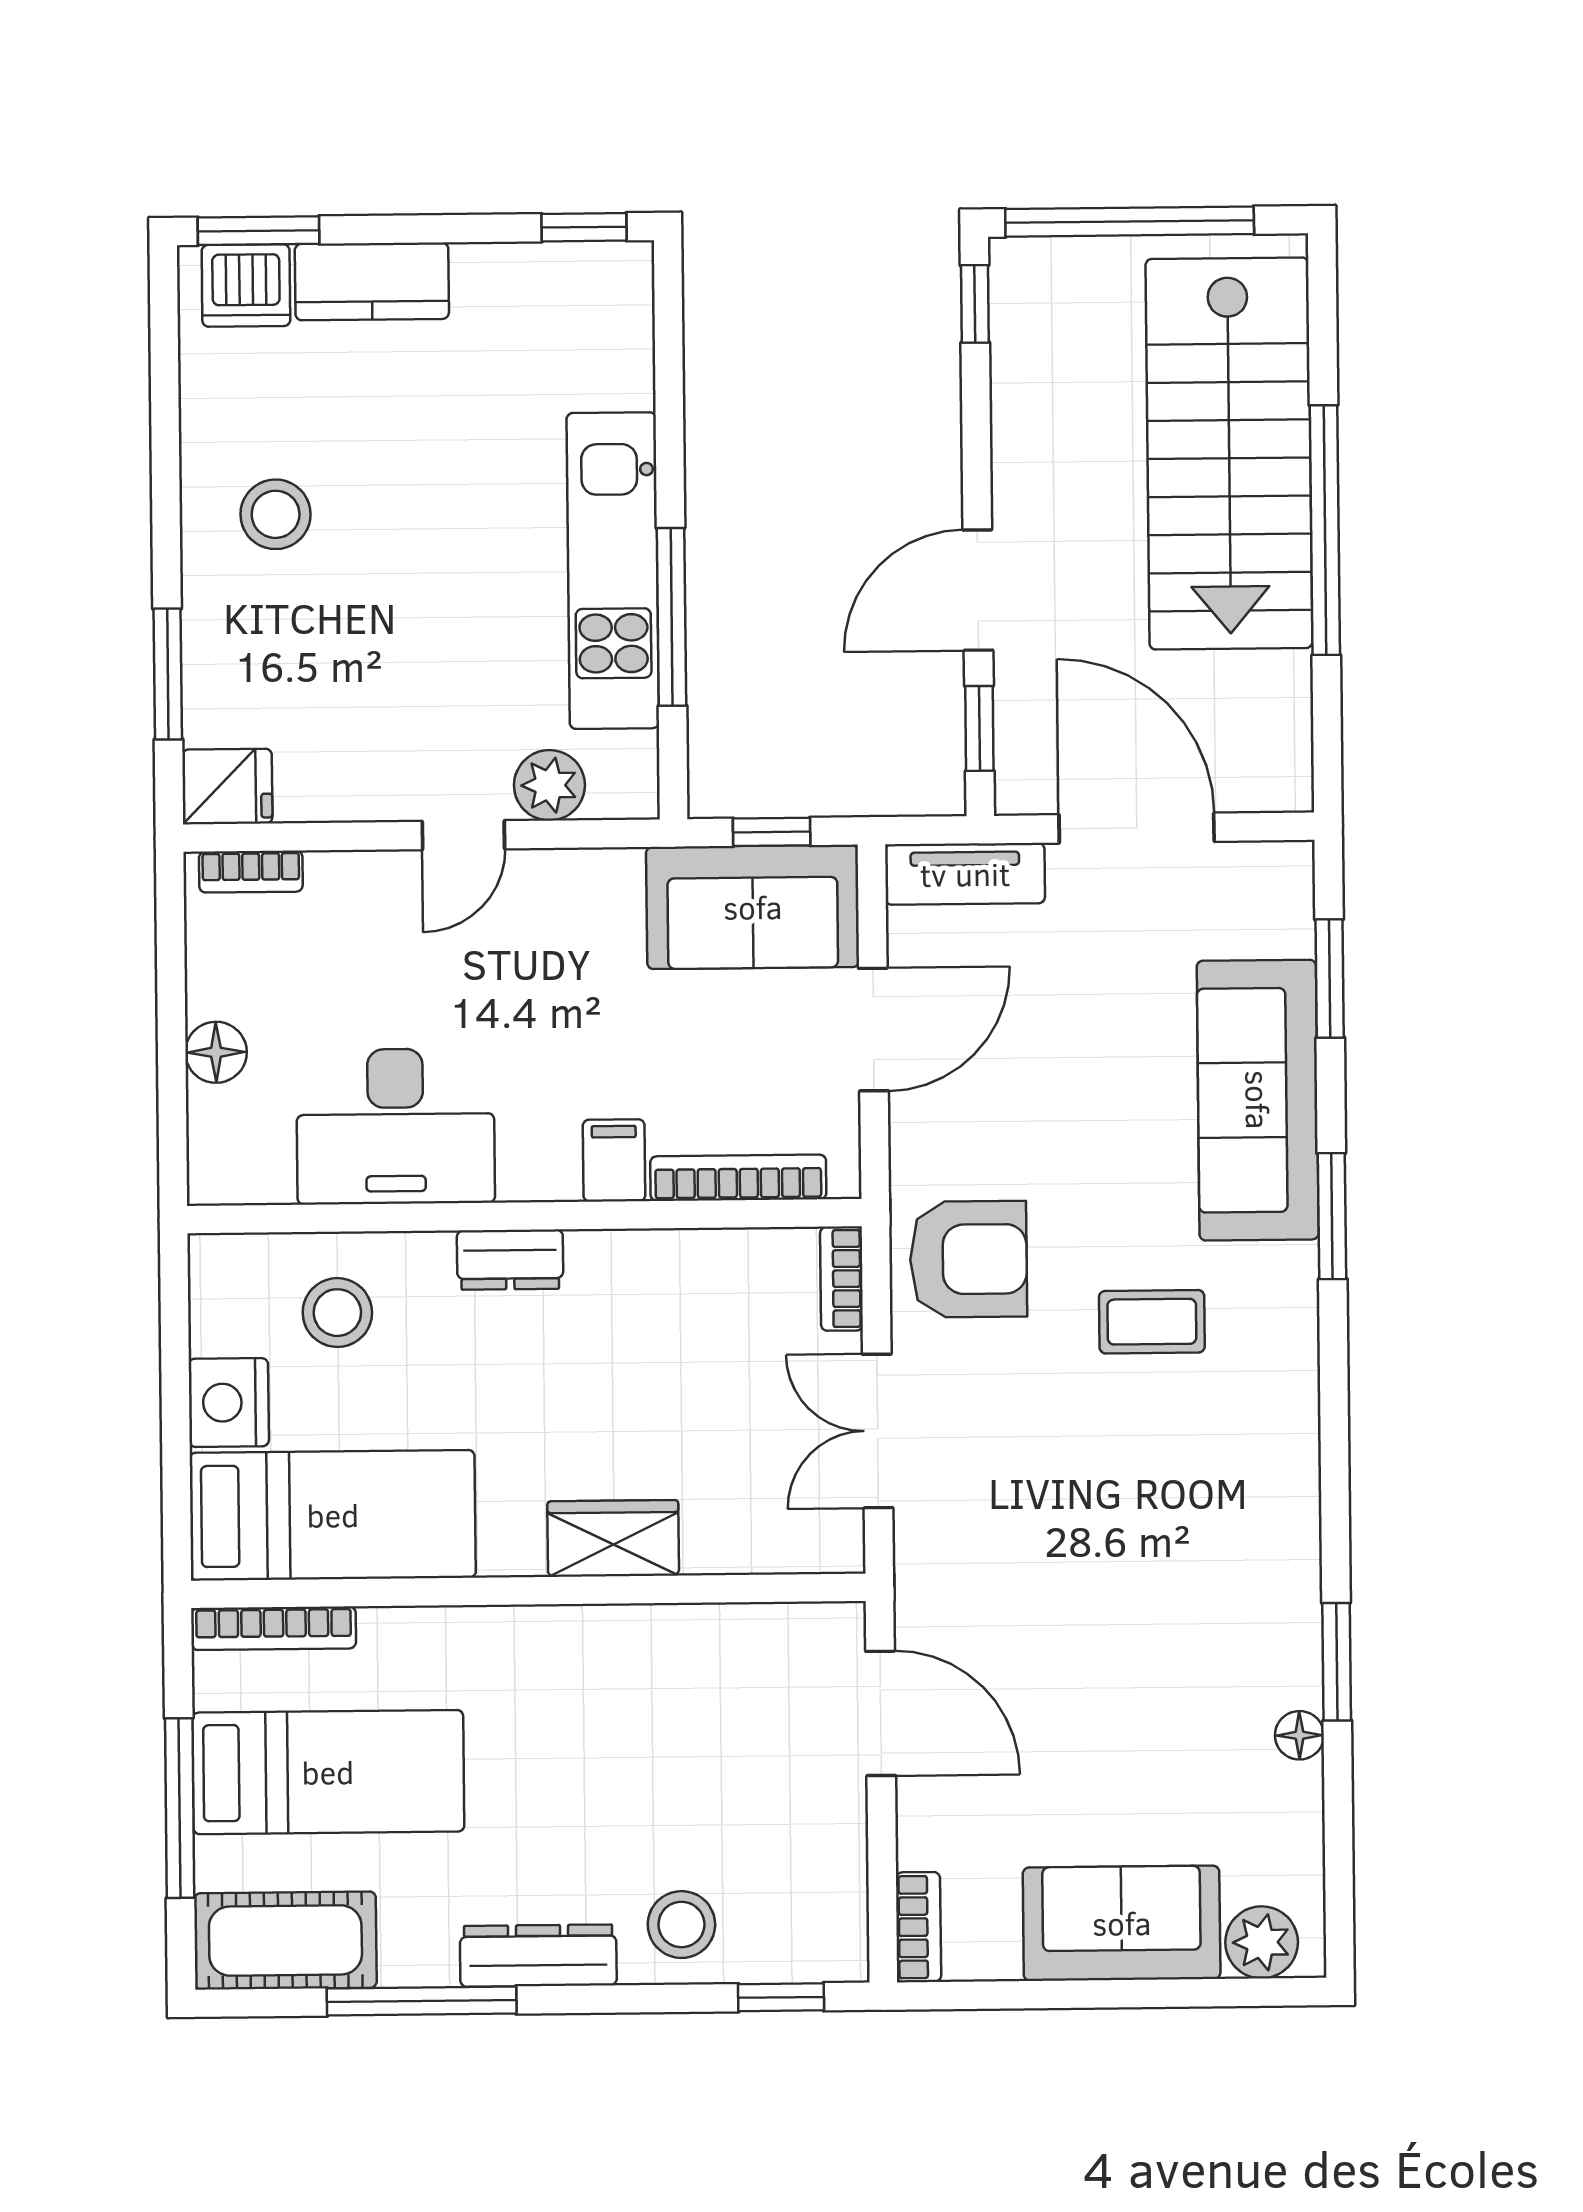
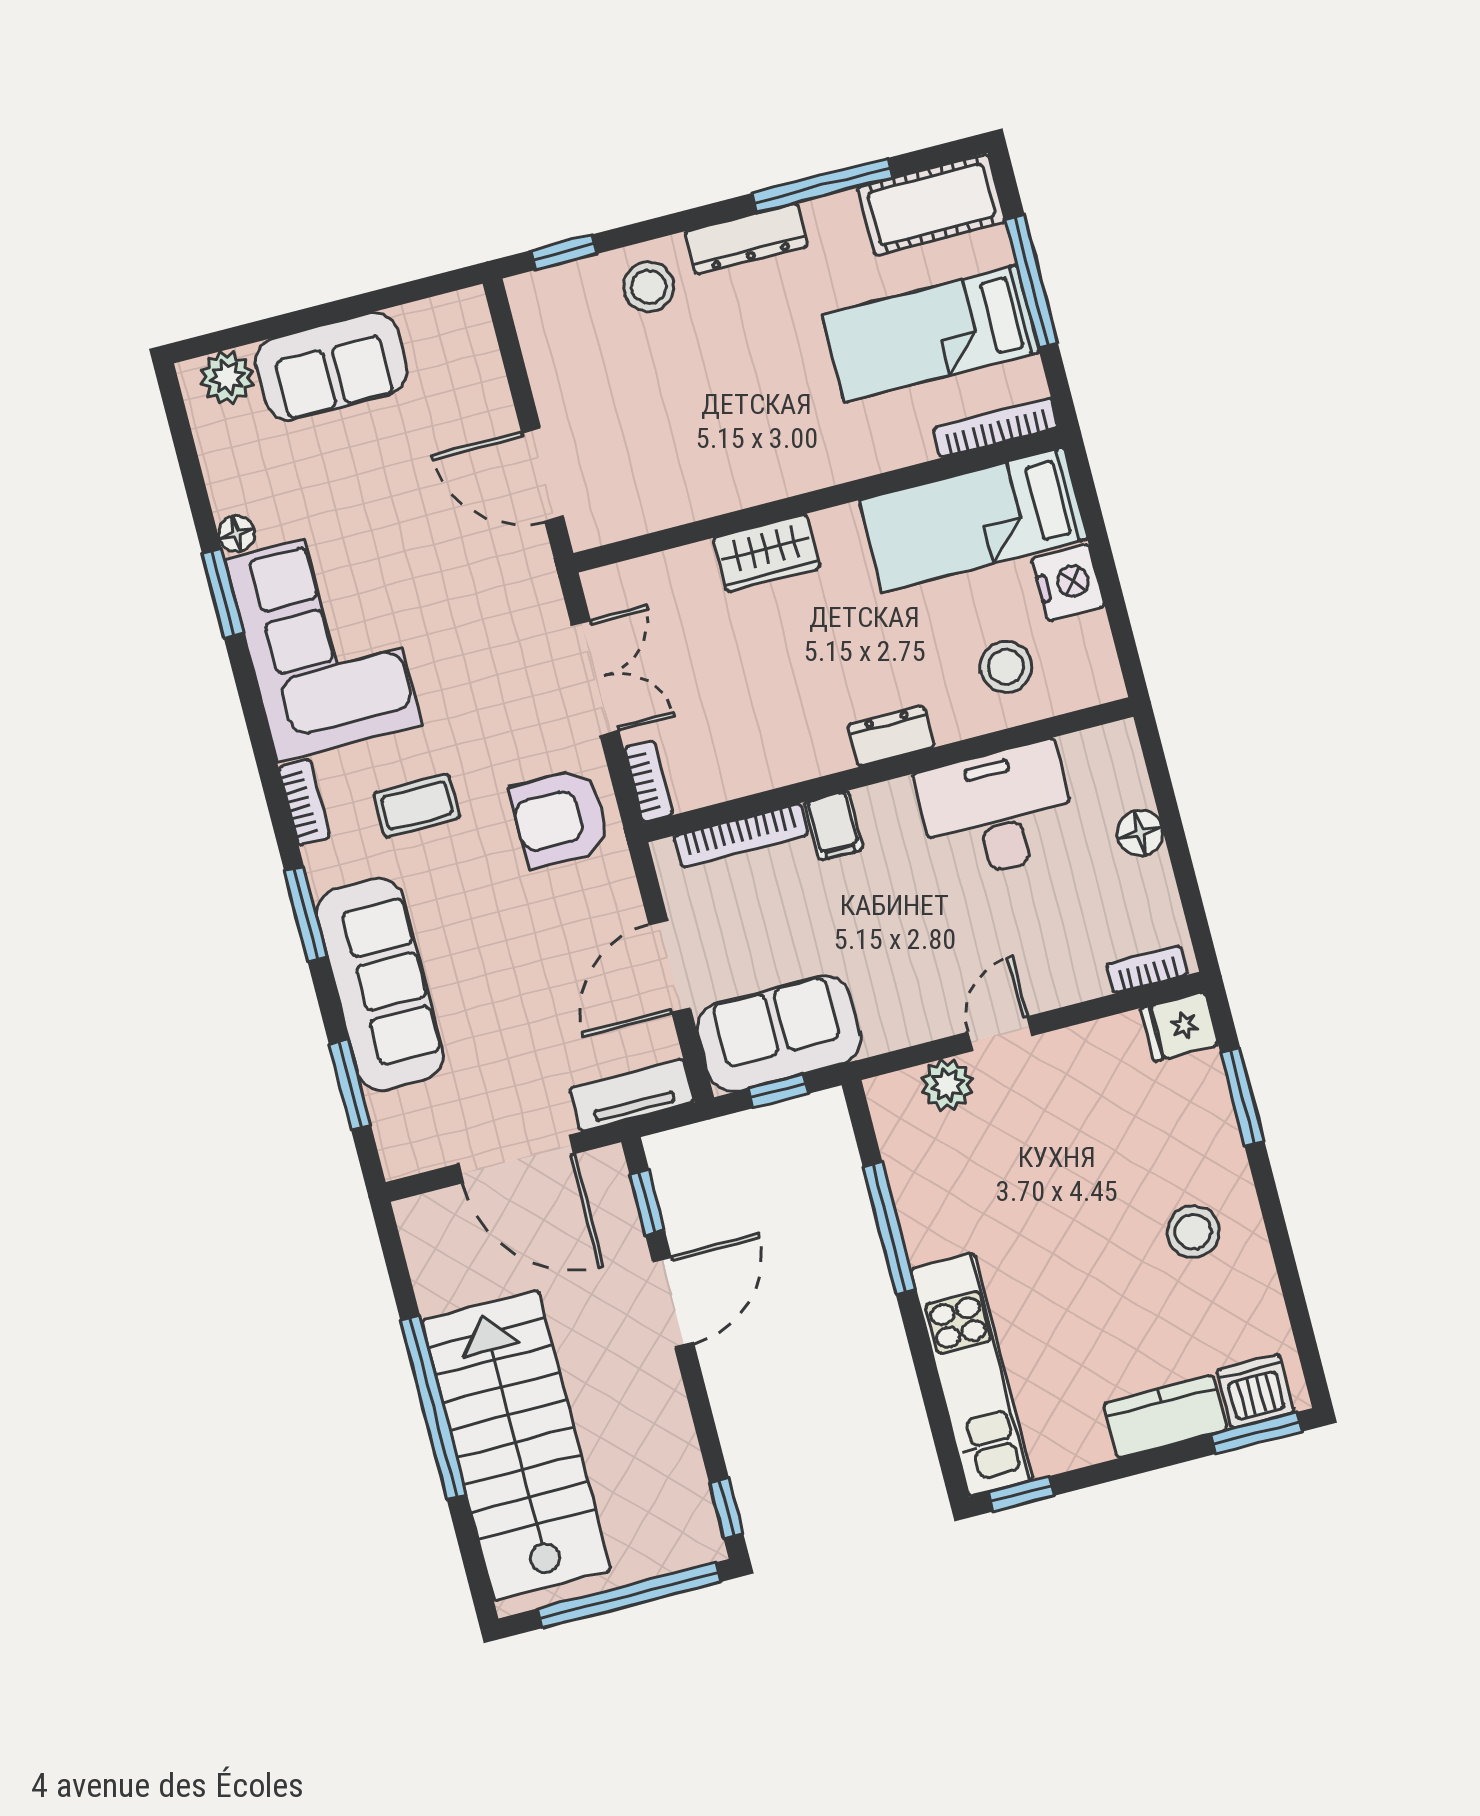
kitchen unit: (613, 571) -> (972, 1375), moved
corner sofa: (1221, 1565) -> (323, 642), added
bookcase: (918, 1927) -> (304, 802), moved, turned 180

